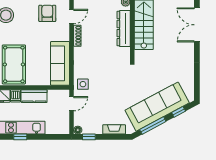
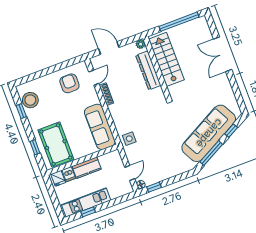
double door: (197, 25) -> (223, 54), moved
door: (72, 104) -> (130, 173), moved
fireplace: (114, 129) -> (176, 171), removed

